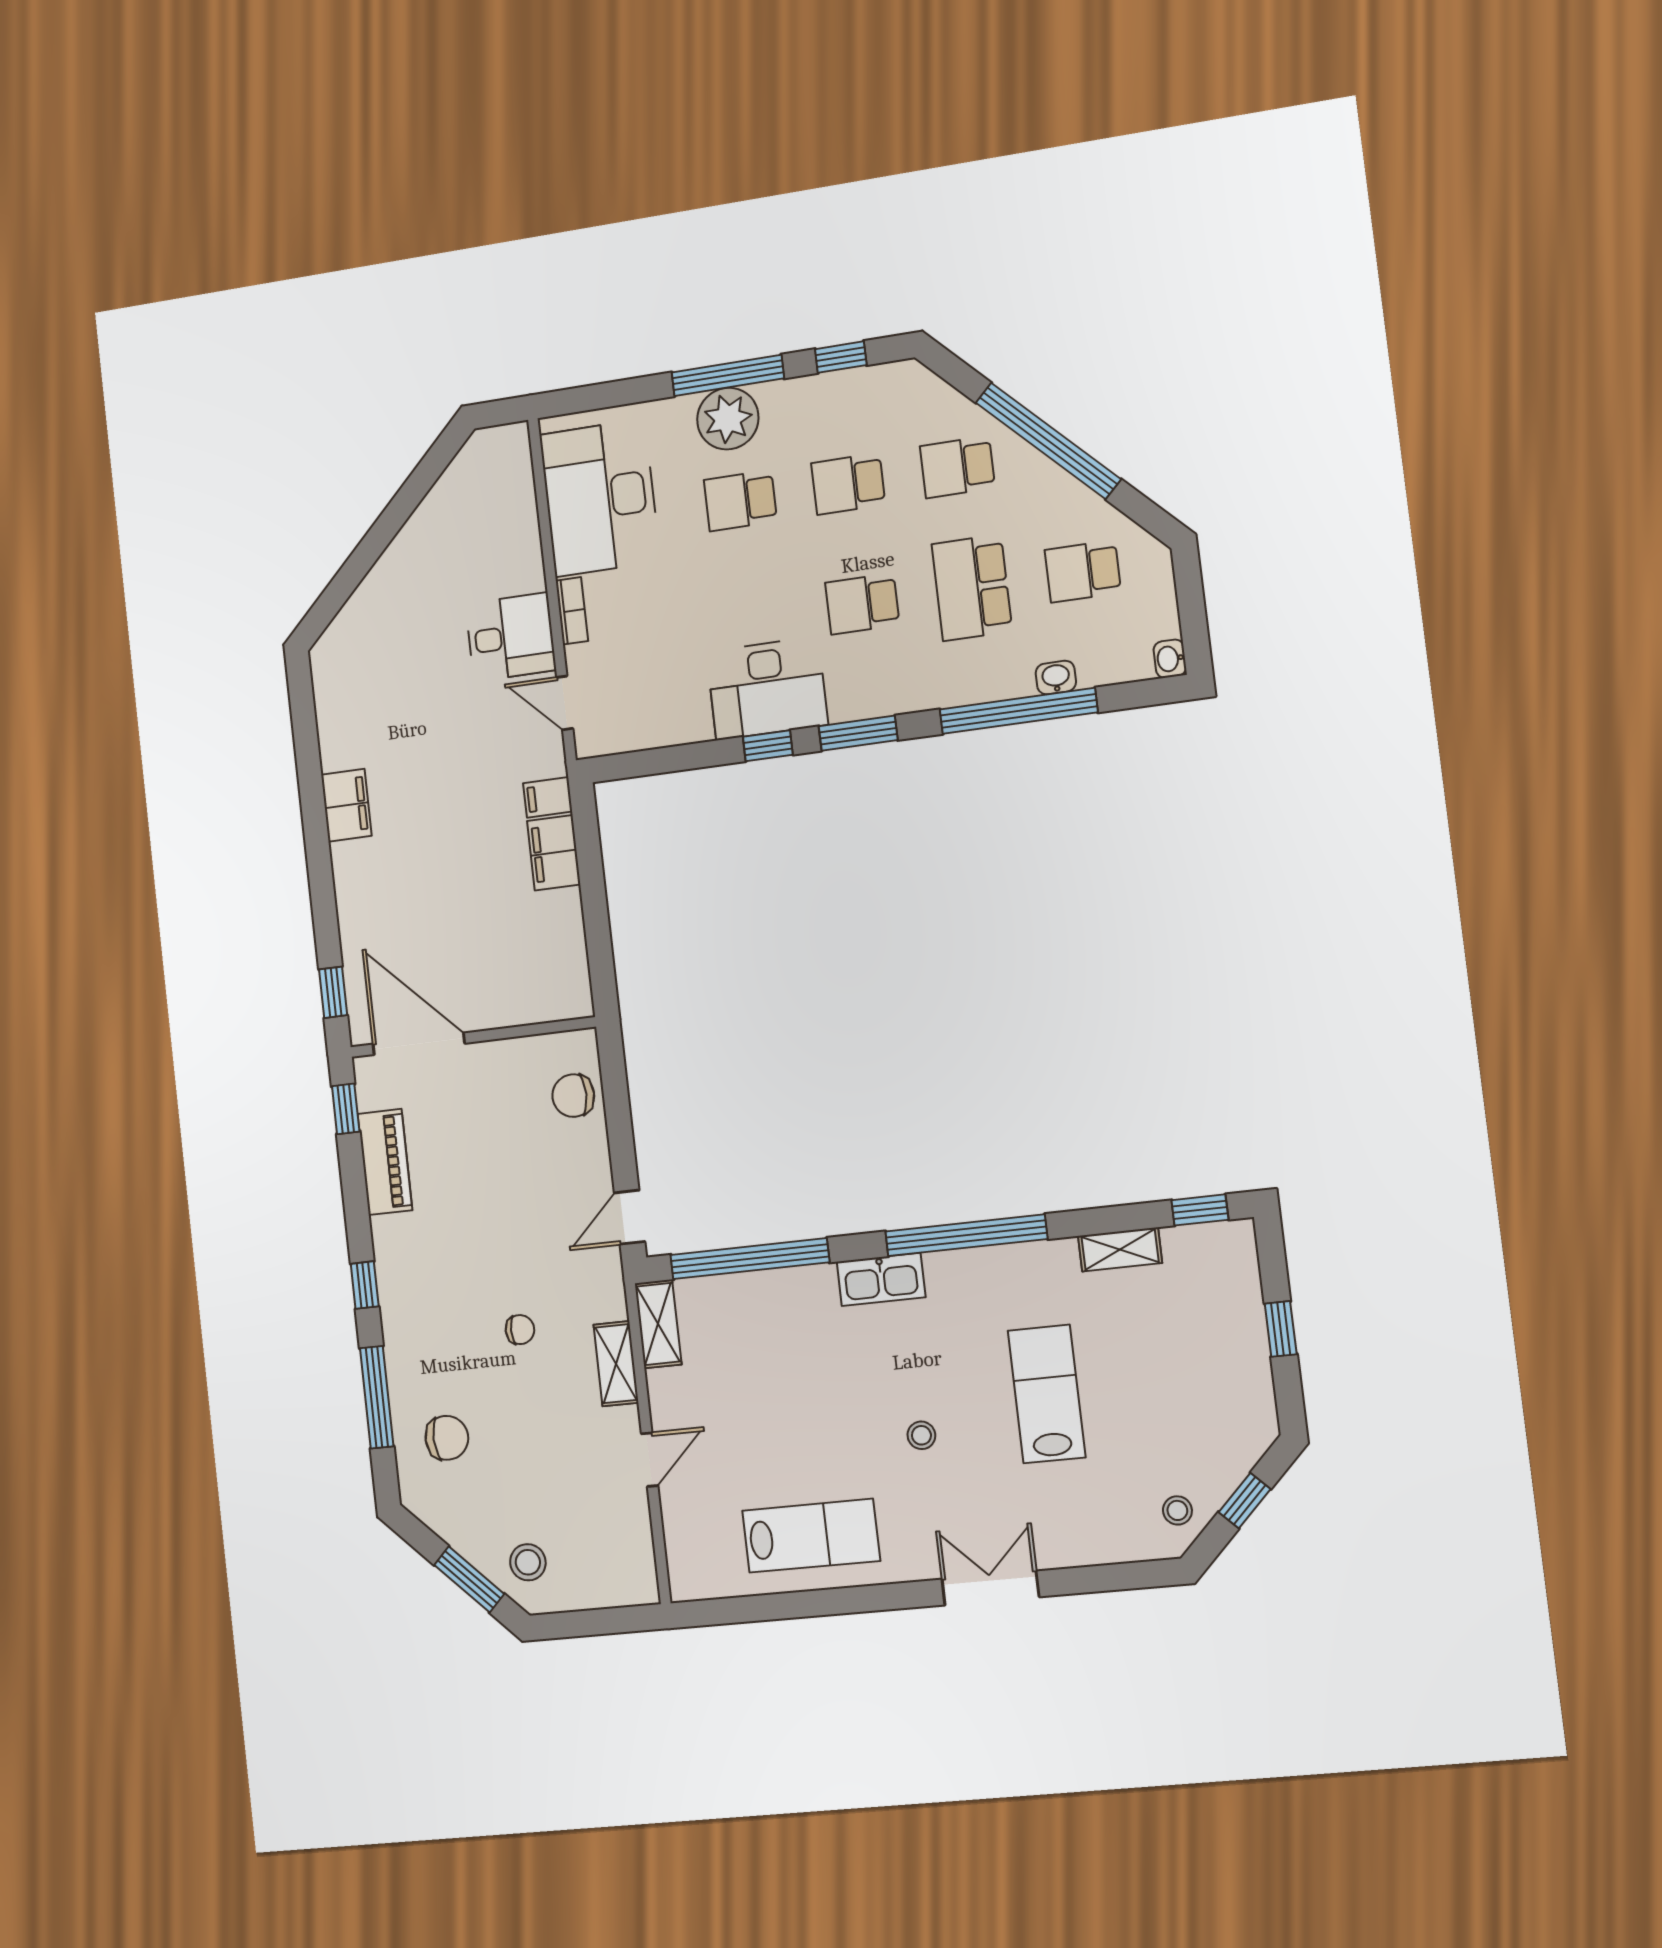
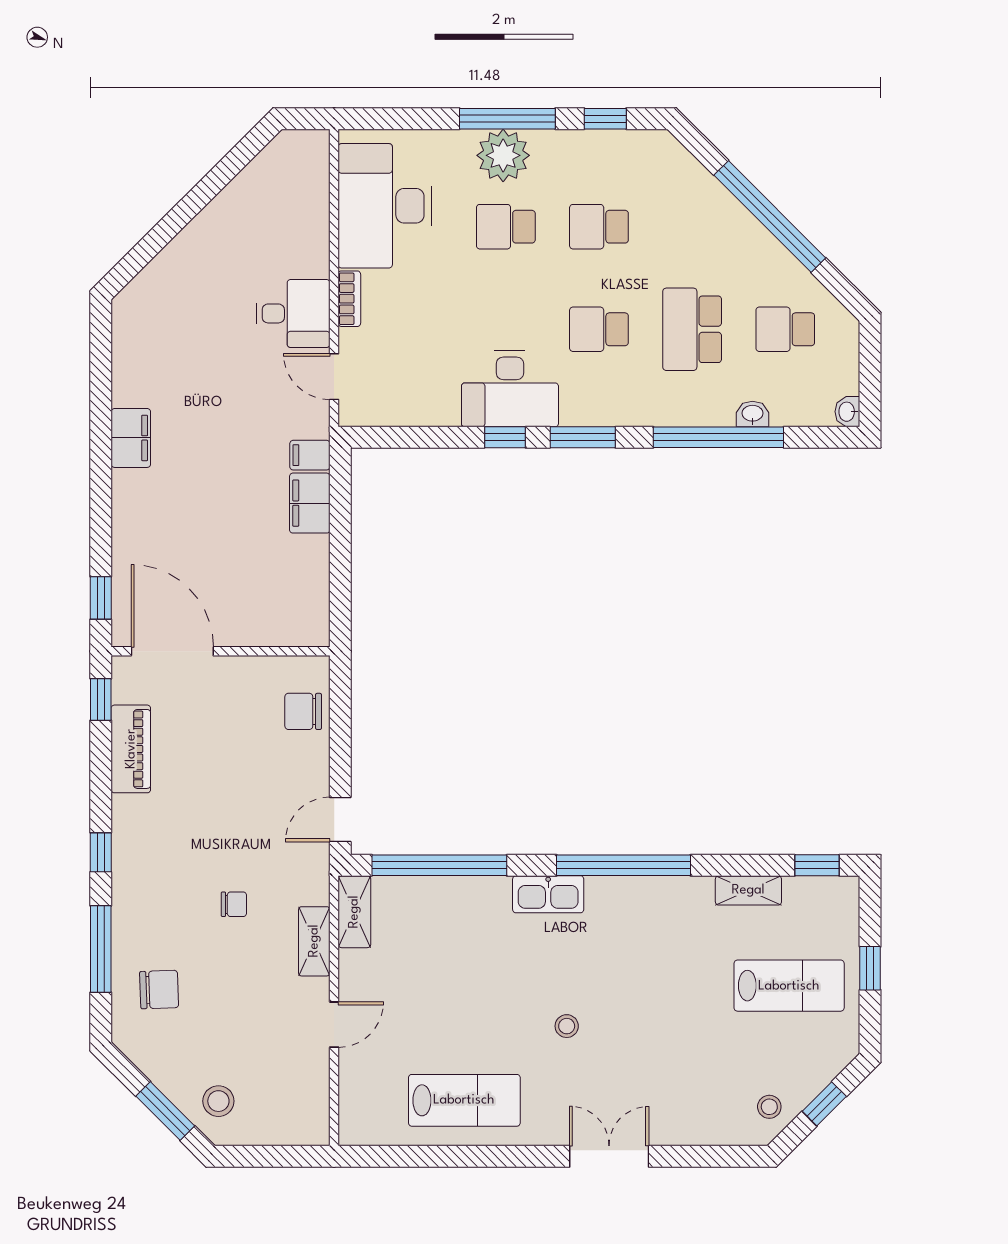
school desk: (957, 467) -> (692, 227), removed
lab bench: (1047, 1394) -> (789, 986), moved, turned 90

